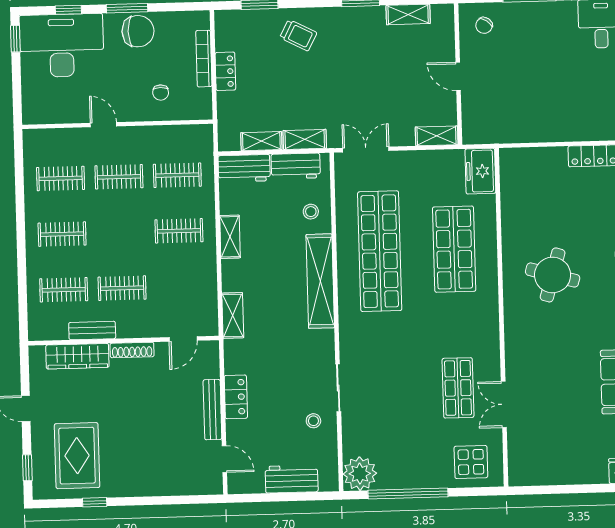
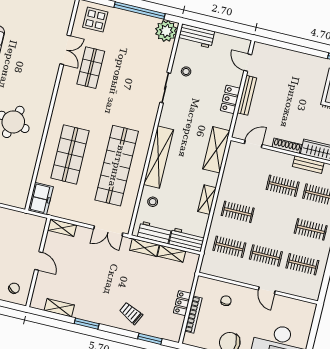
shelving: (233, 315) -> (216, 150), width x1.50, depth x1.33
workbench: (292, 479) -> (196, 36), moved

